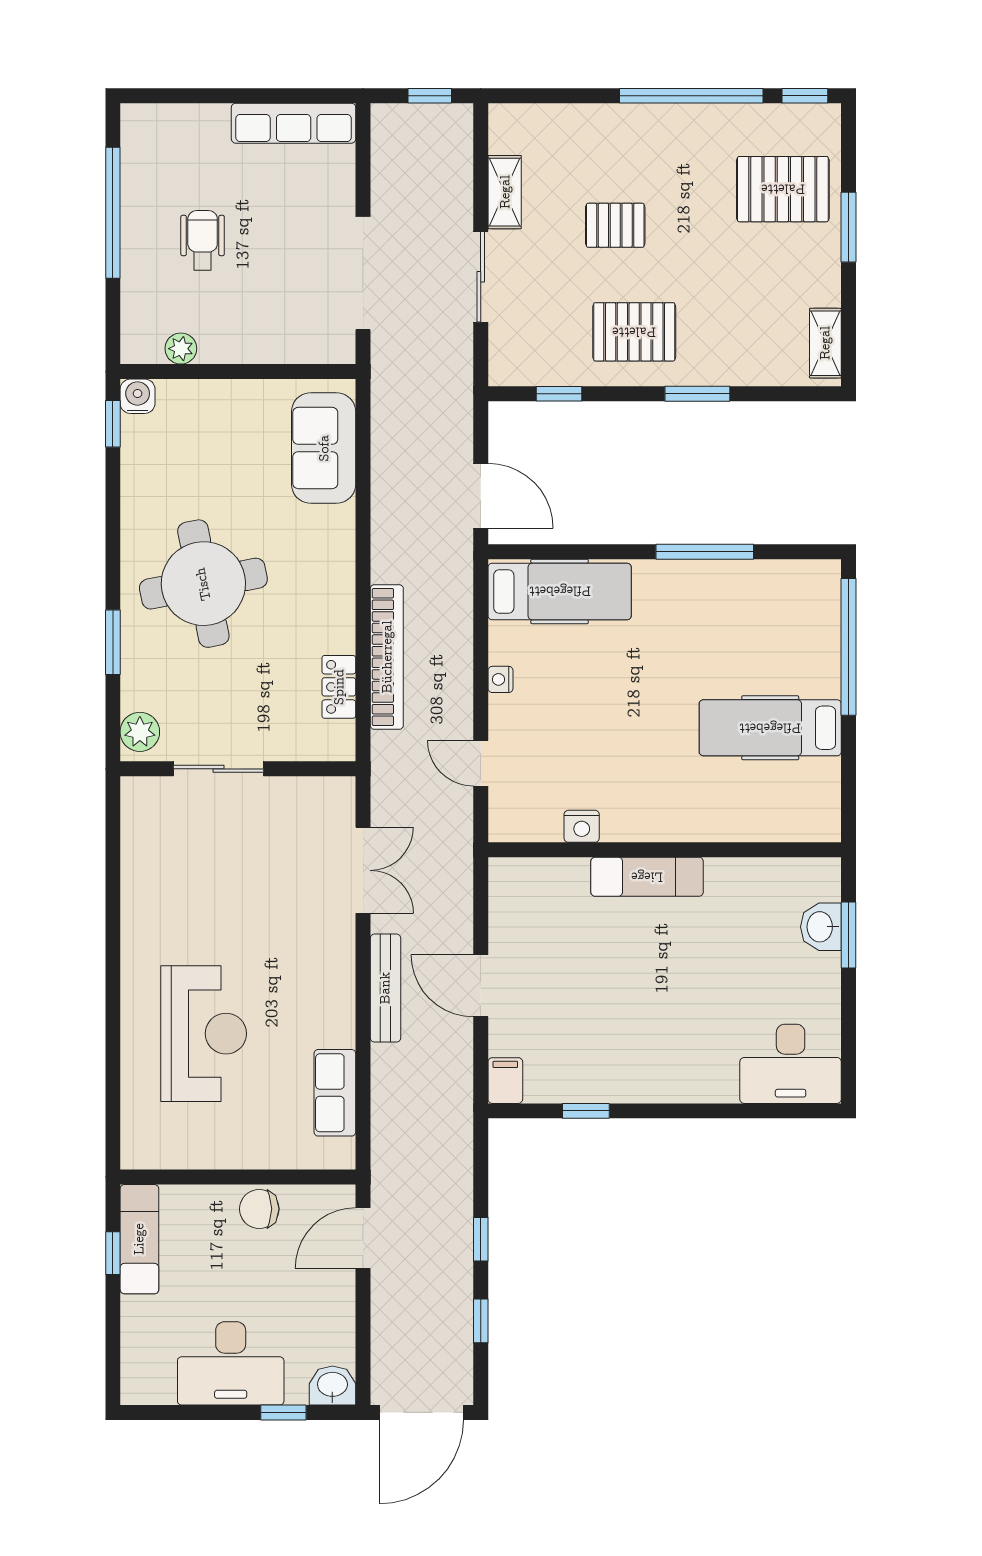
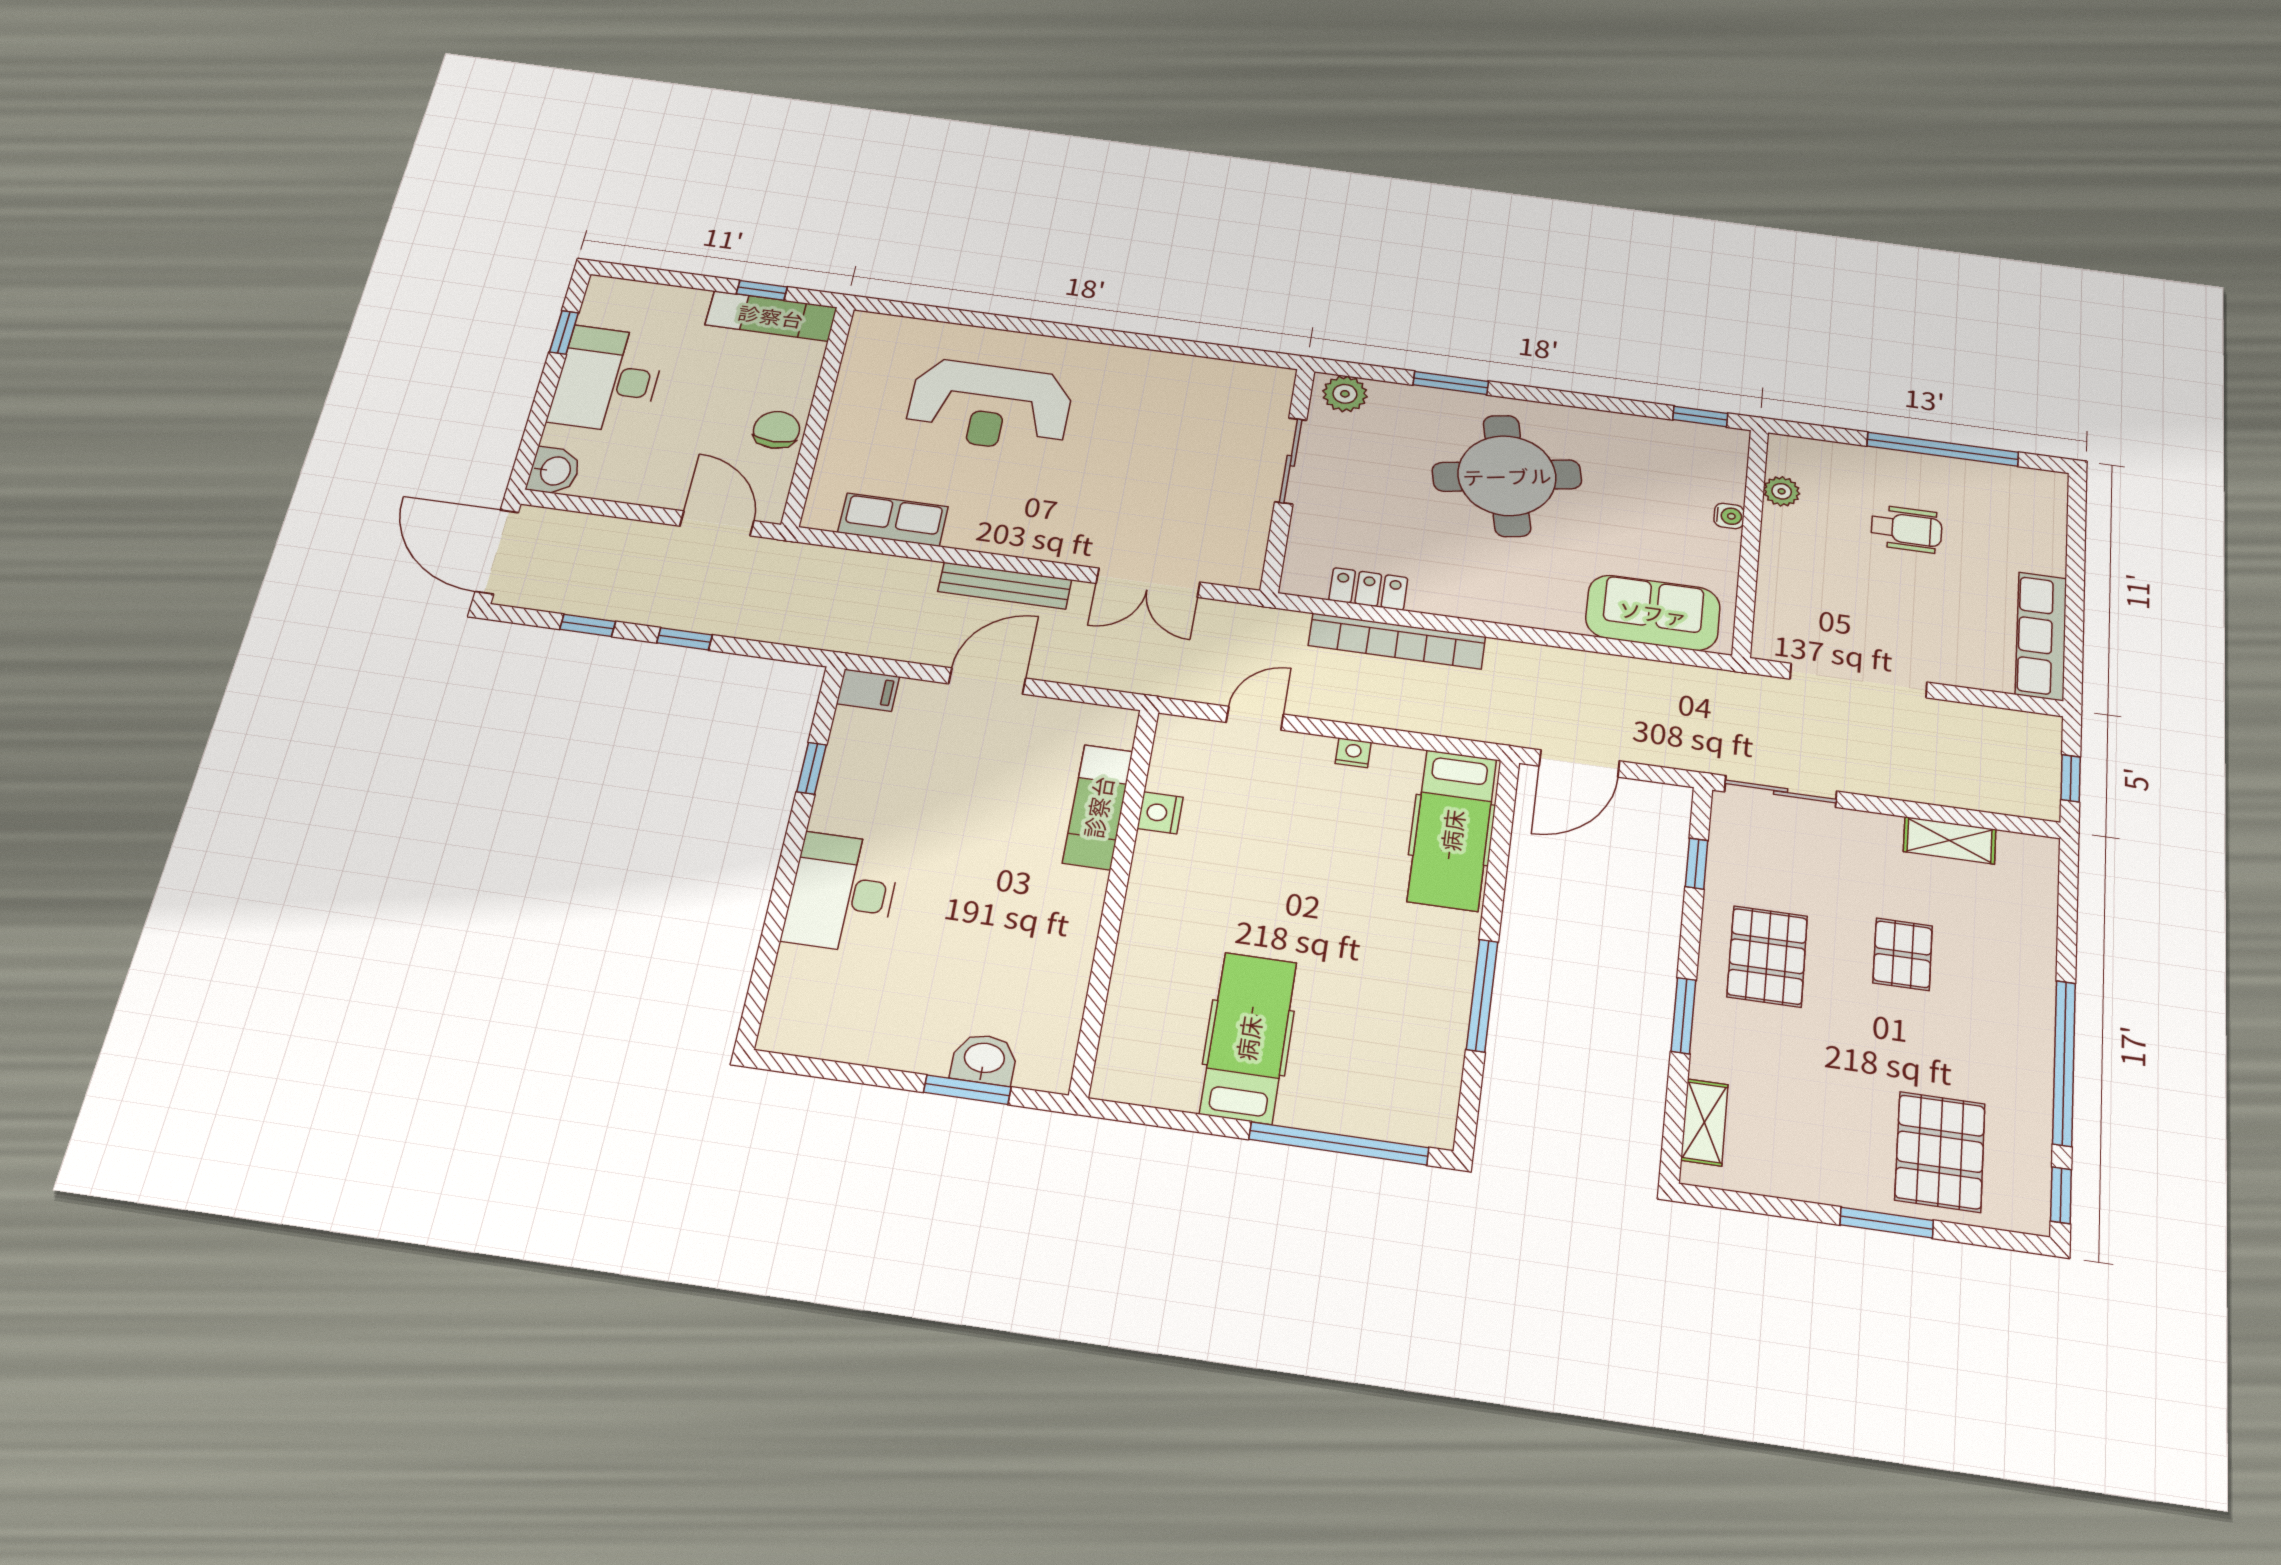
sliding door: (481, 277) -> (1781, 791), moved
shelving: (825, 343) -> (1704, 1122), moved, turned 90
water cooler: (138, 396) -> (1729, 516), moved, width x0.72, depth x0.72
exam couch: (647, 877) -> (1098, 807), moved
desk: (791, 1064) -> (842, 893), moved
window: (283, 1412) -> (564, 332), moved

